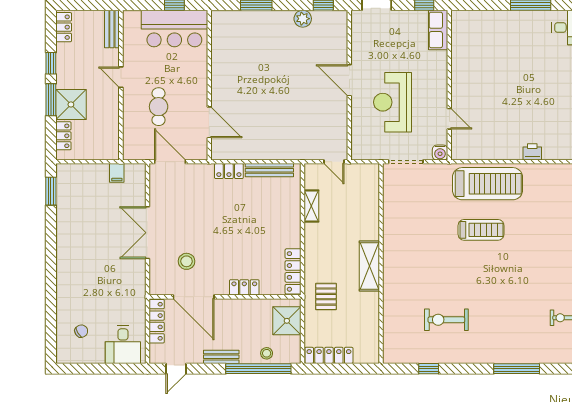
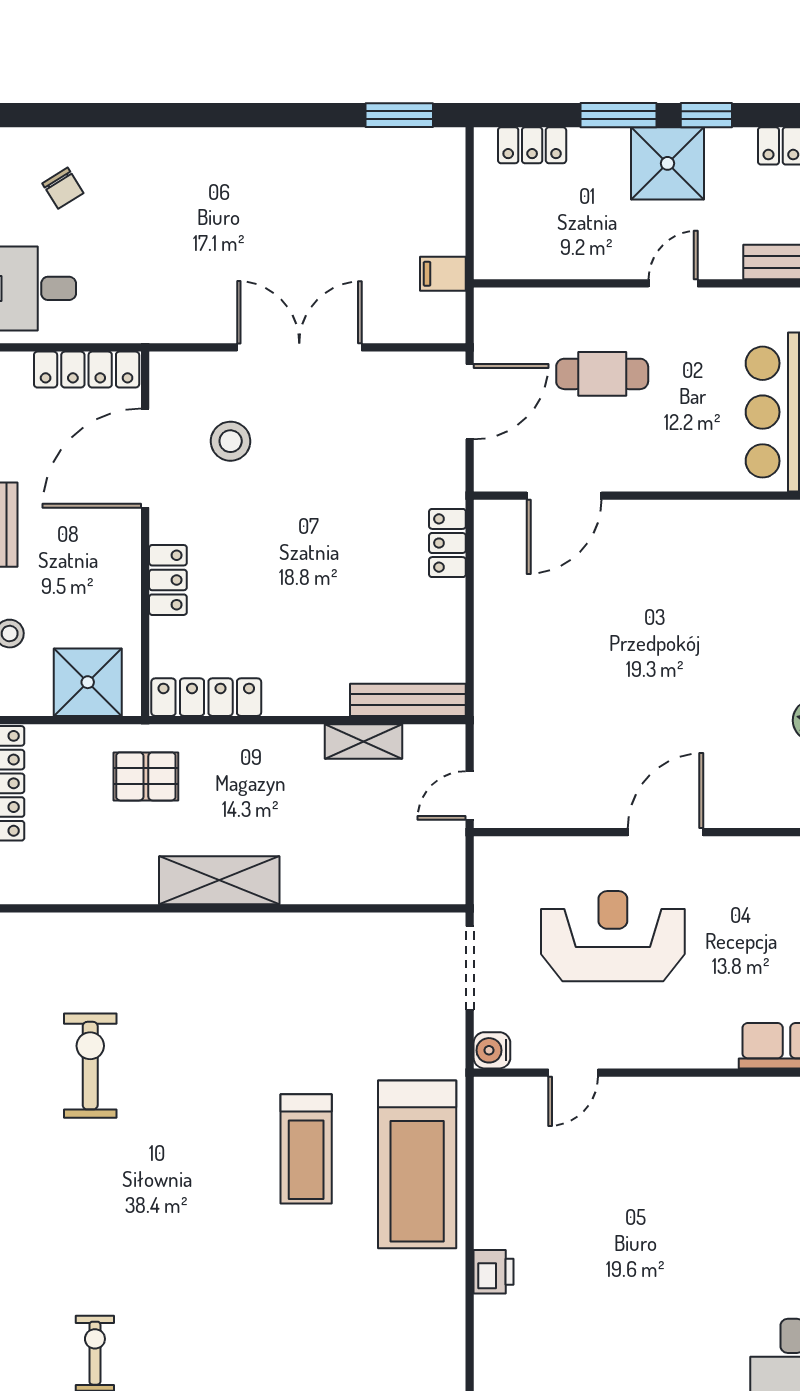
shower: (71, 104) -> (667, 163), moved
bench: (269, 170) -> (408, 700), moved, turned 90

